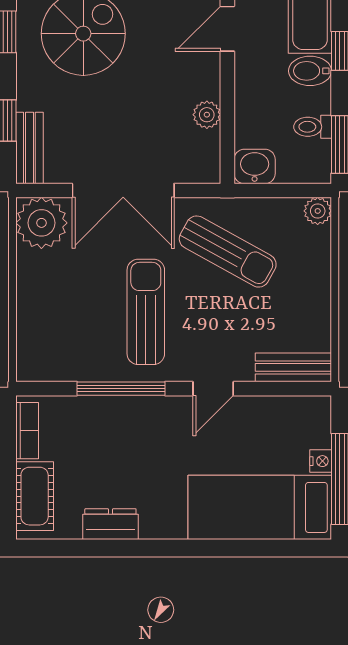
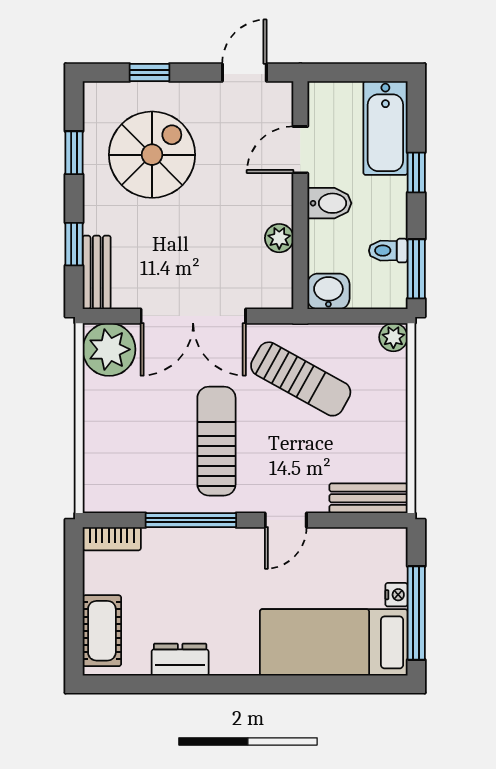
bidet: (310, 71) -> (329, 203), moved, turned 180
bookcase: (27, 431) -> (112, 539), moved, turned 90

